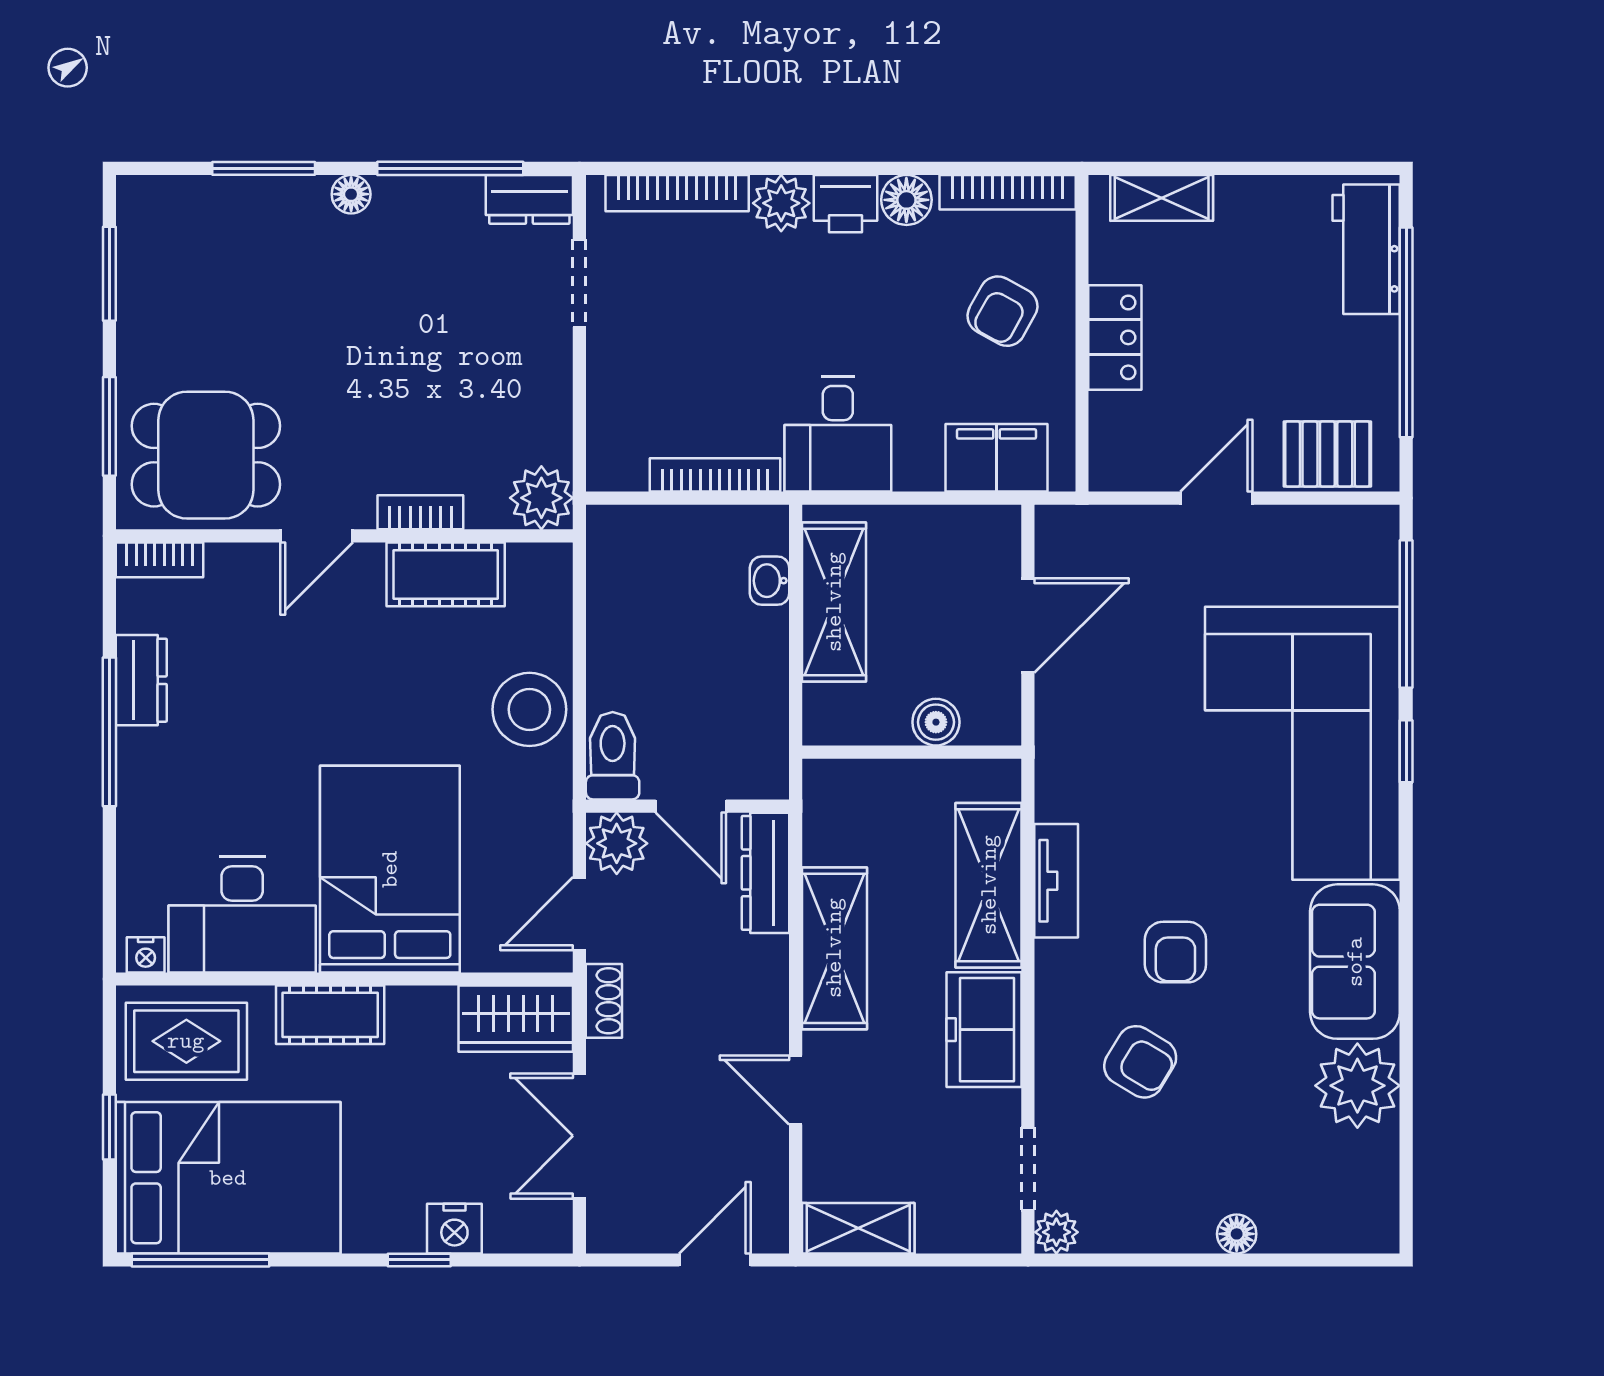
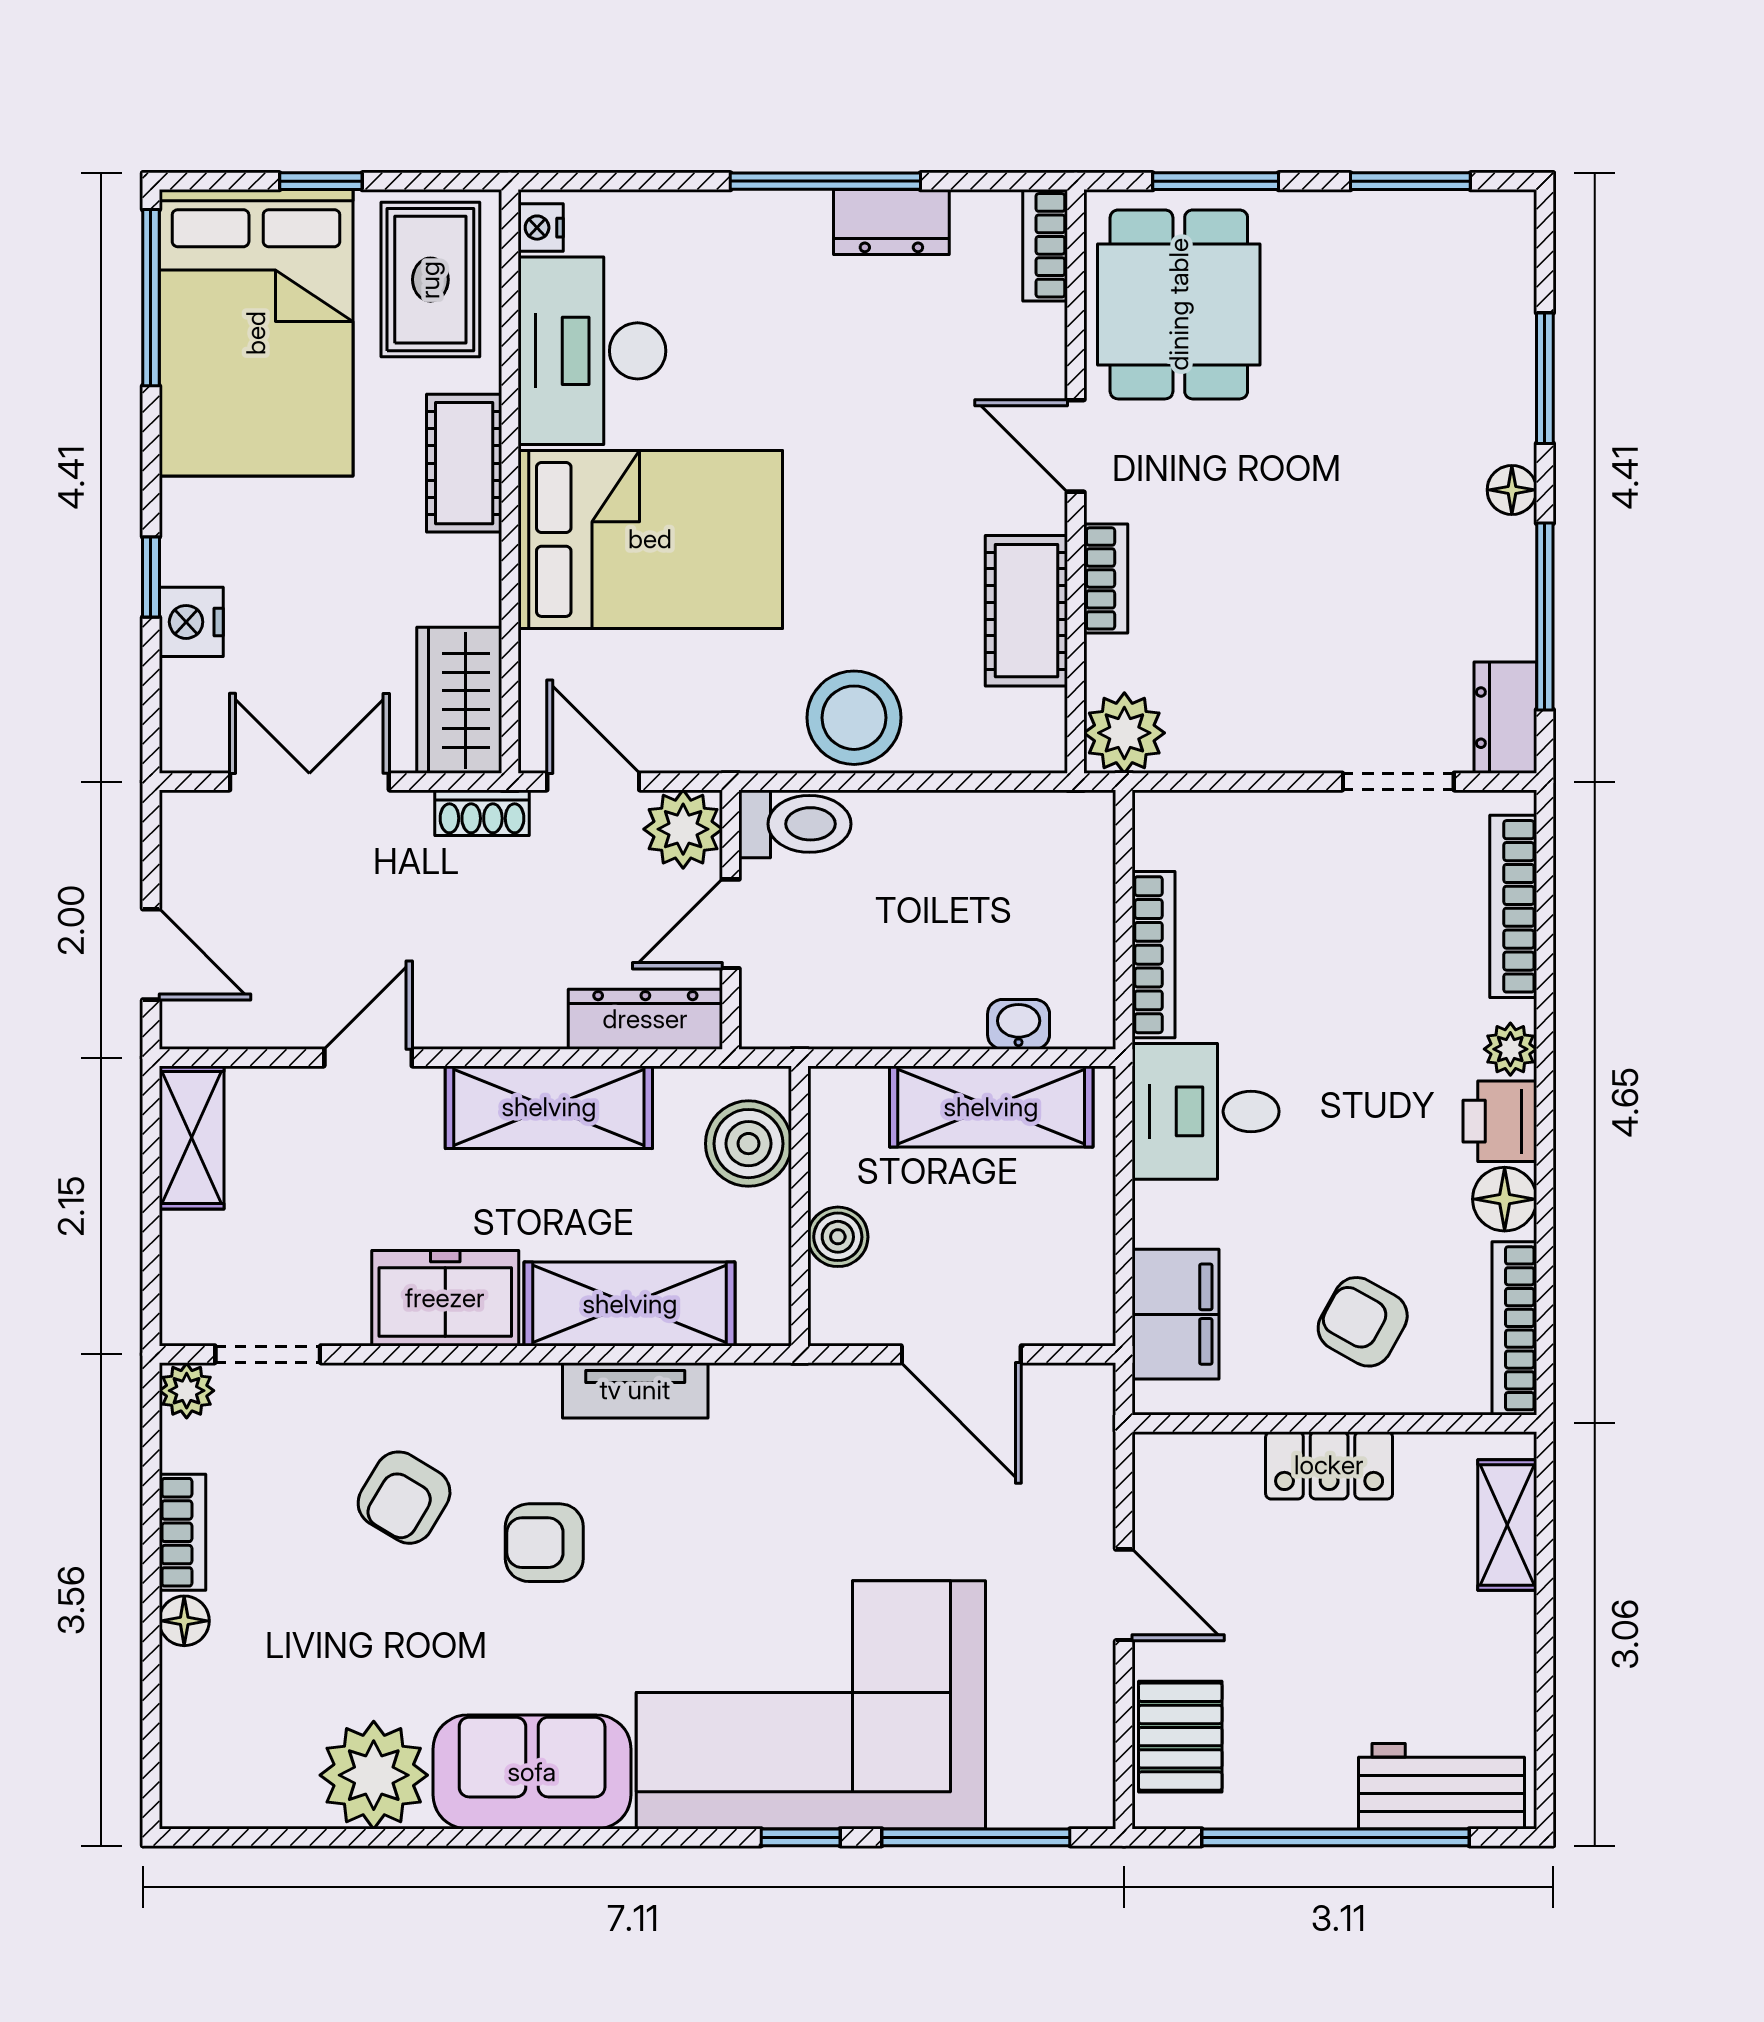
plant: (781, 203) -> (1510, 1049), width x0.73, depth x0.73
boiler: (863, 792) -> (748, 1144), added
bookcase: (1167, 1235) -> (182, 1532), added

